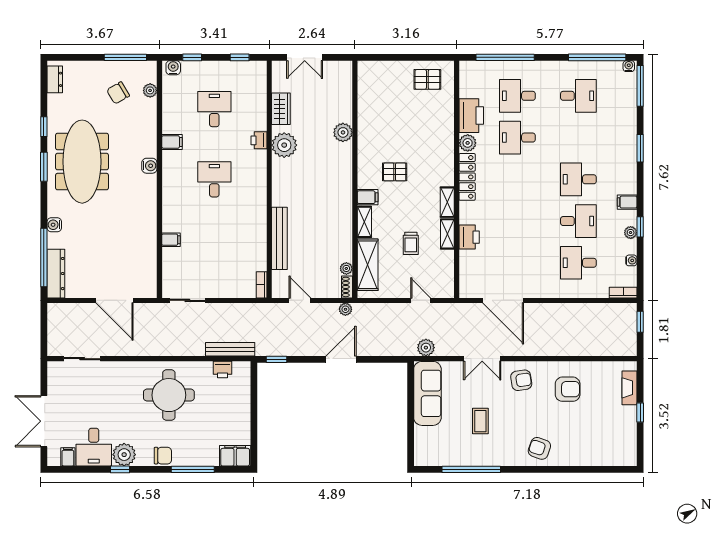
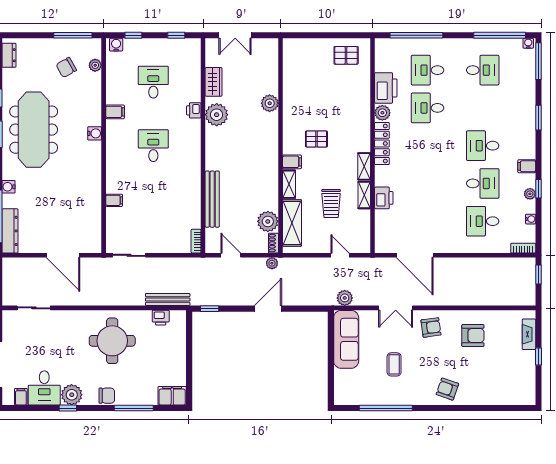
trolley: (411, 243) -> (331, 204), width x1.36, depth x1.39
plant: (346, 268) -> (268, 221), width x1.88, depth x1.88

